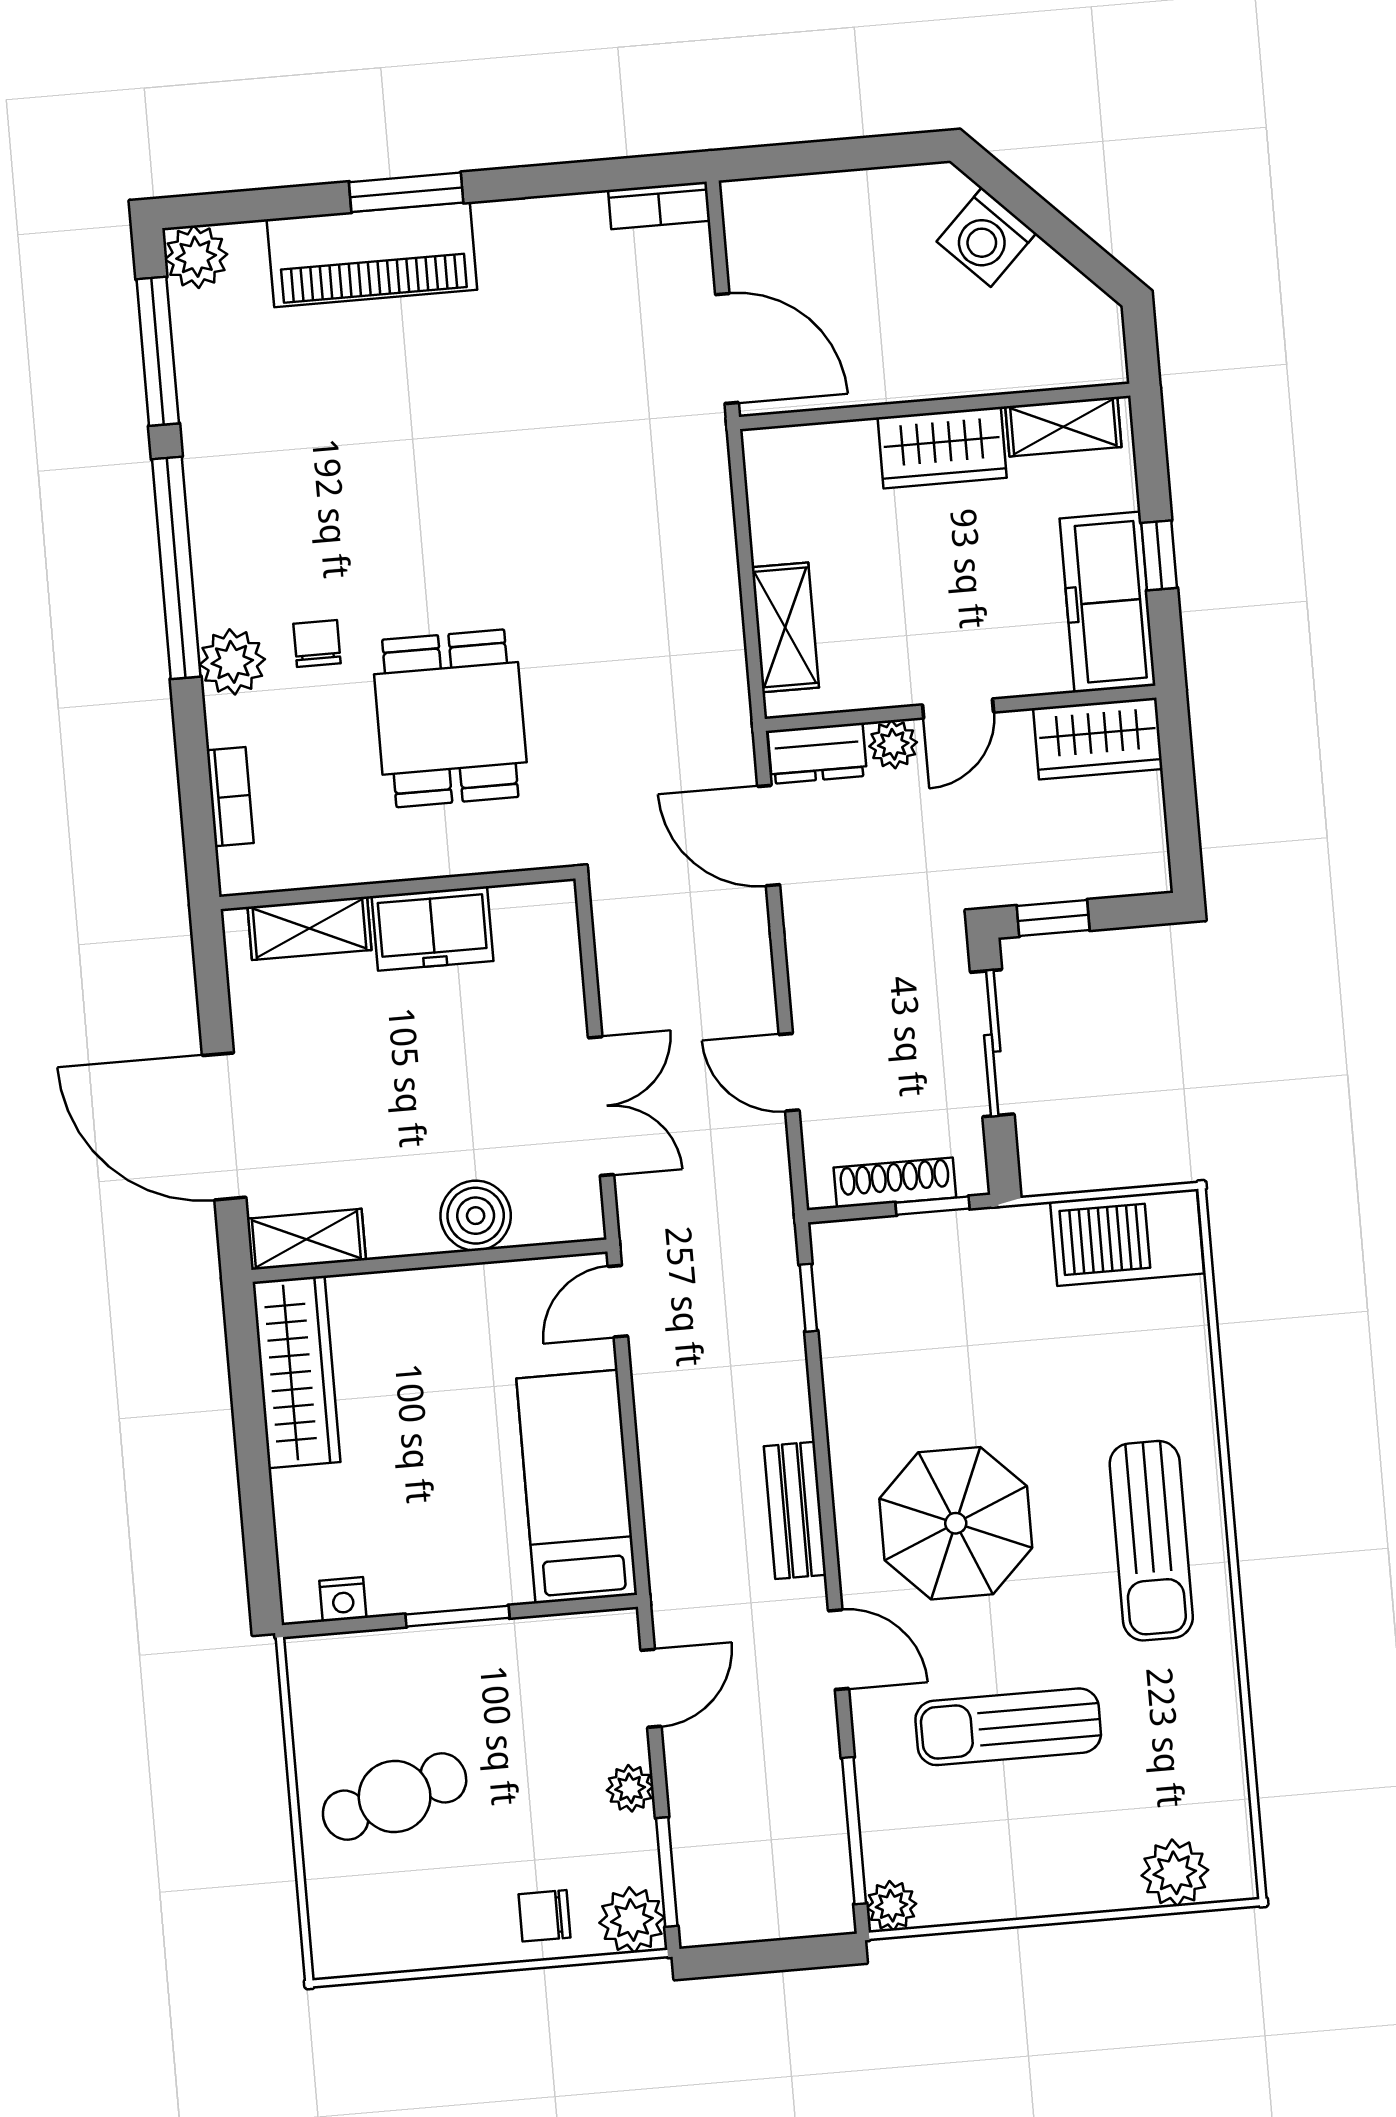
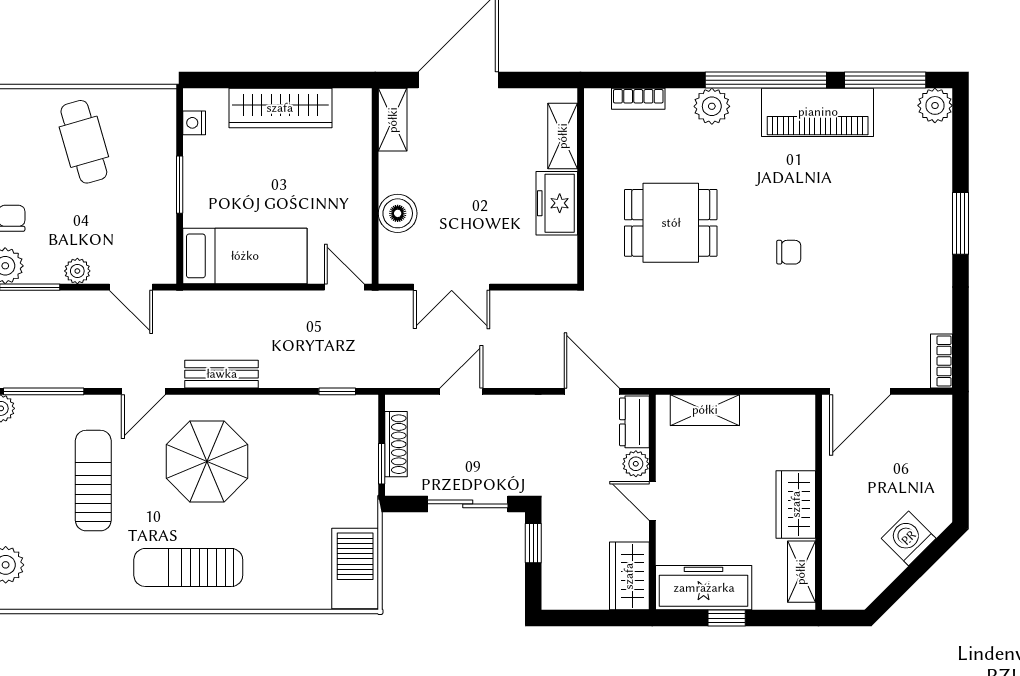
piano: (372, 255) -> (818, 112), moved, turned -90
chair: (317, 643) -> (789, 252), moved
door: (769, 836) -> (592, 391), hinge flipped
wardrobe: (296, 1372) -> (280, 108), moved

